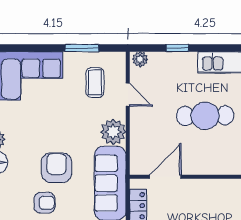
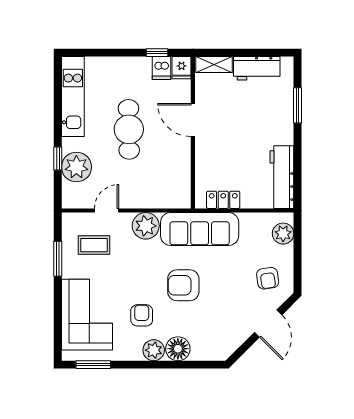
plant: (140, 59) -> (76, 167), moved, width x1.88, depth x1.88
door: (165, 177) -> (193, 120), moved
armchair: (44, 203) -> (142, 315), moved

